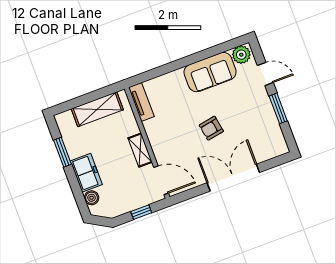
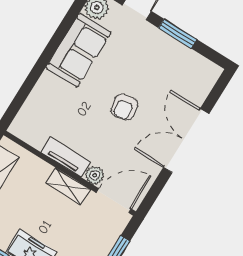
tv unit: (141, 102) -> (65, 157), moved
plant: (161, 156) -> (95, 175), added

